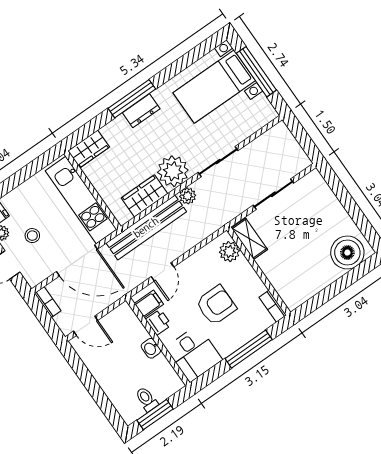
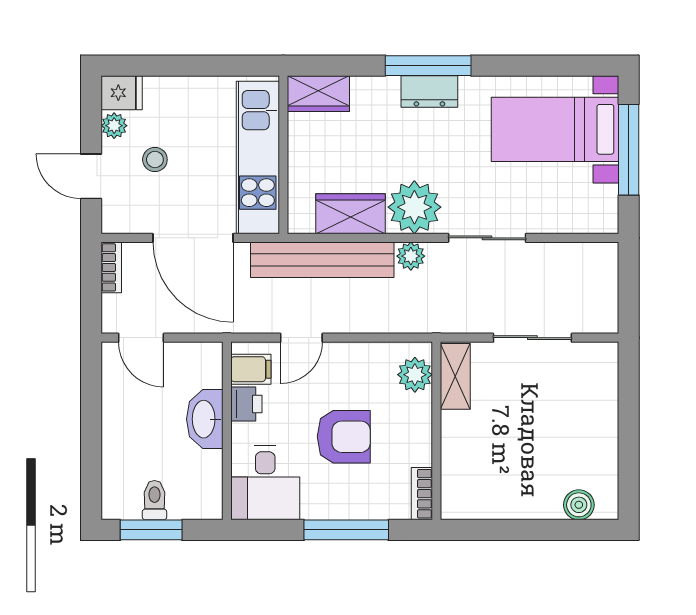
boiler: (347, 253) -> (579, 505), width x0.54, depth x0.54
washbasin: (151, 348) -> (205, 419), width x1.91, depth x1.45

